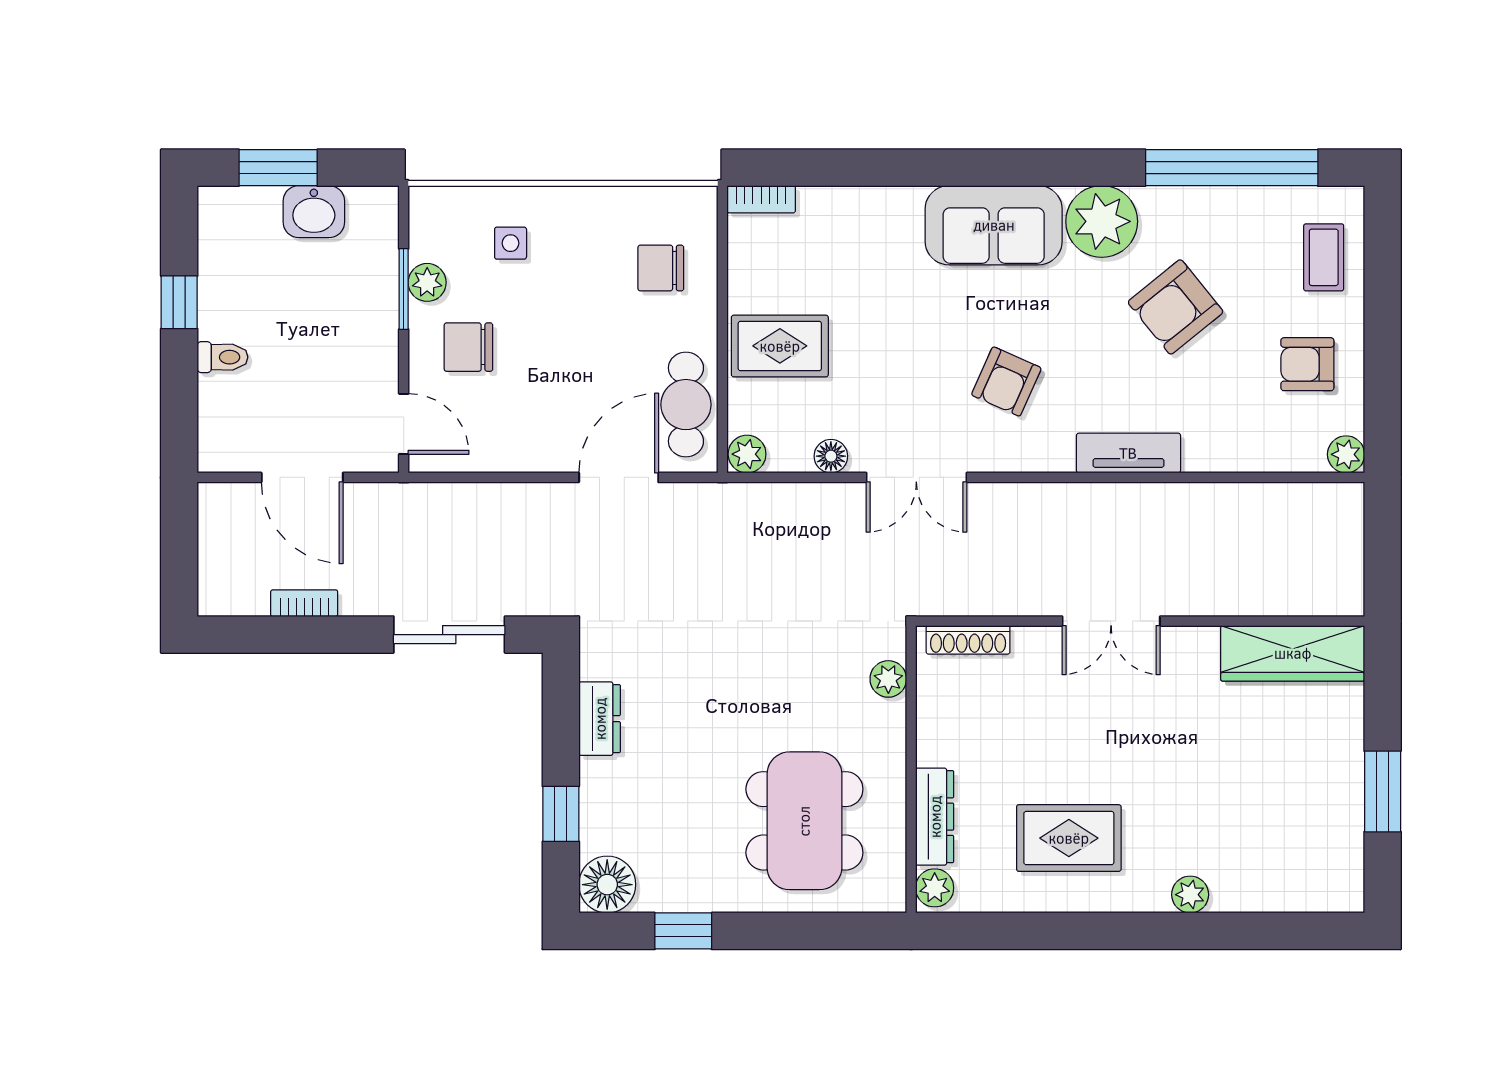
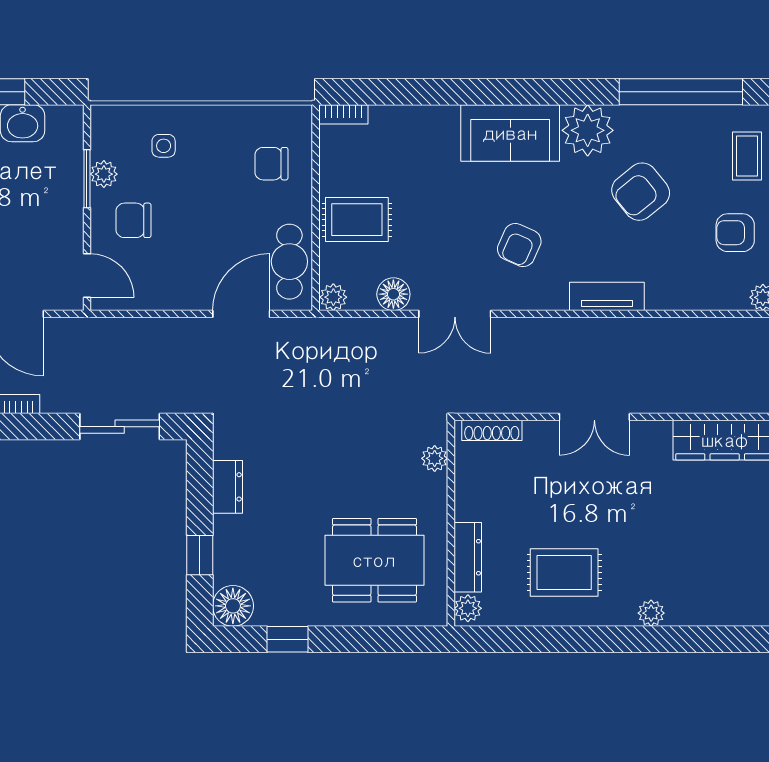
floor lamp: (831, 456) -> (393, 294), width x1.37, depth x1.37
dining table: (804, 821) -> (374, 560), turned 90

